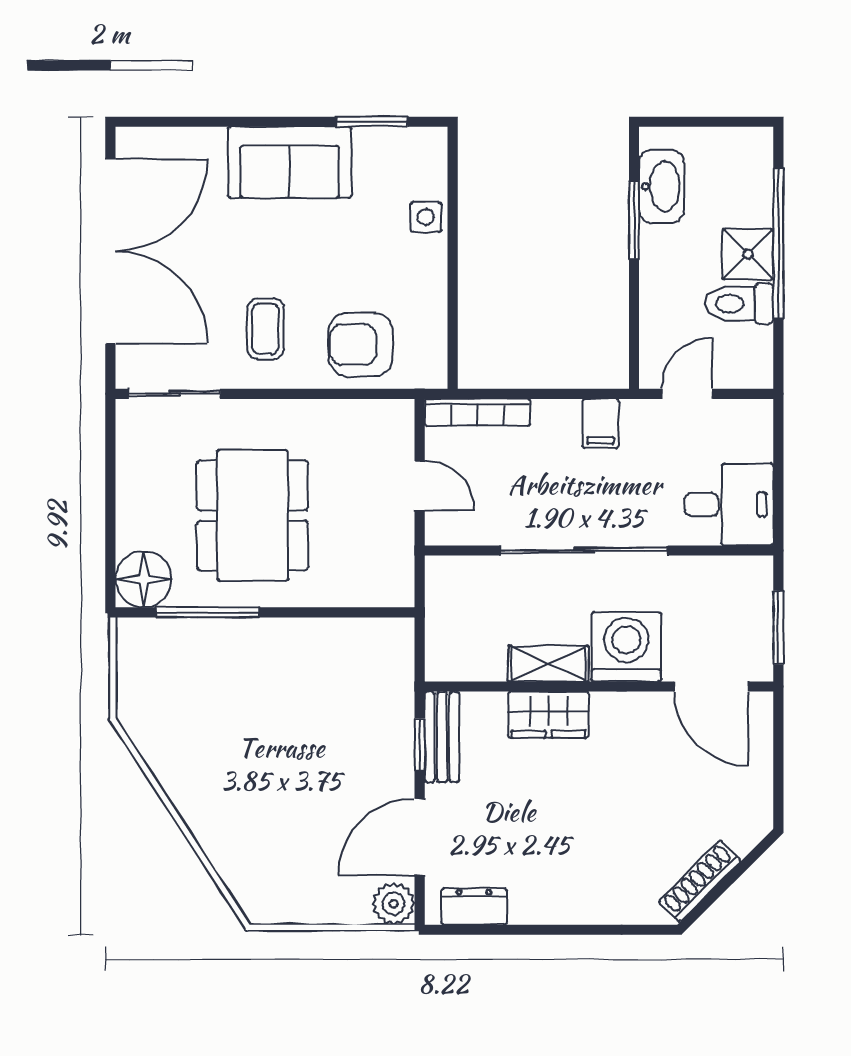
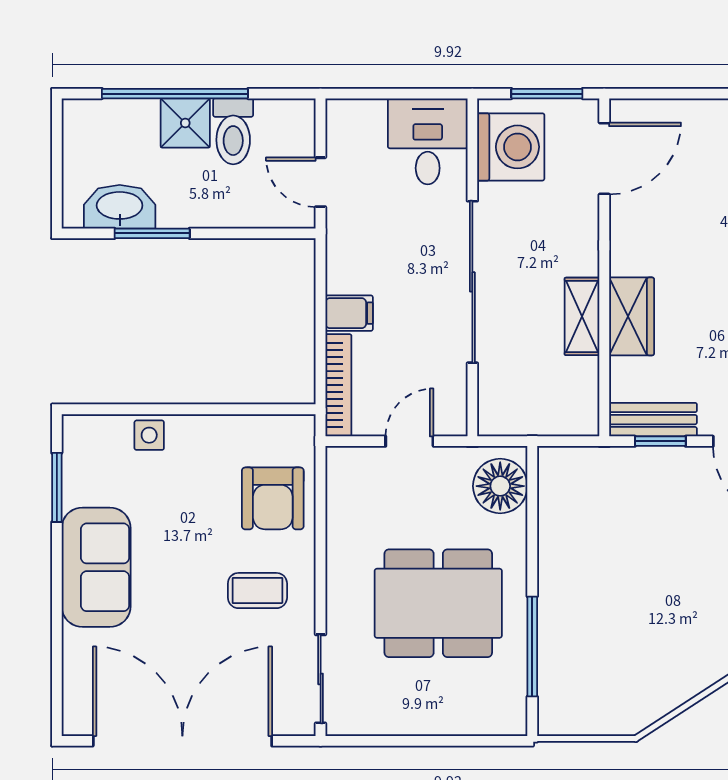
filing cabinet: (601, 423) -> (349, 313), moved
floor lamp: (144, 579) -> (500, 486), moved
washing machine: (626, 647) -> (511, 147), moved, turned 180

